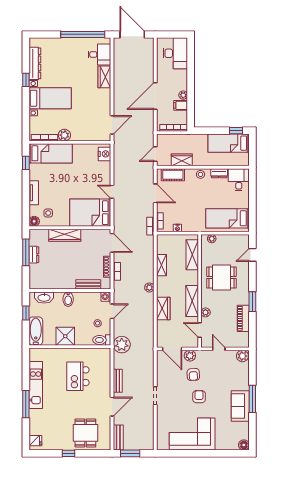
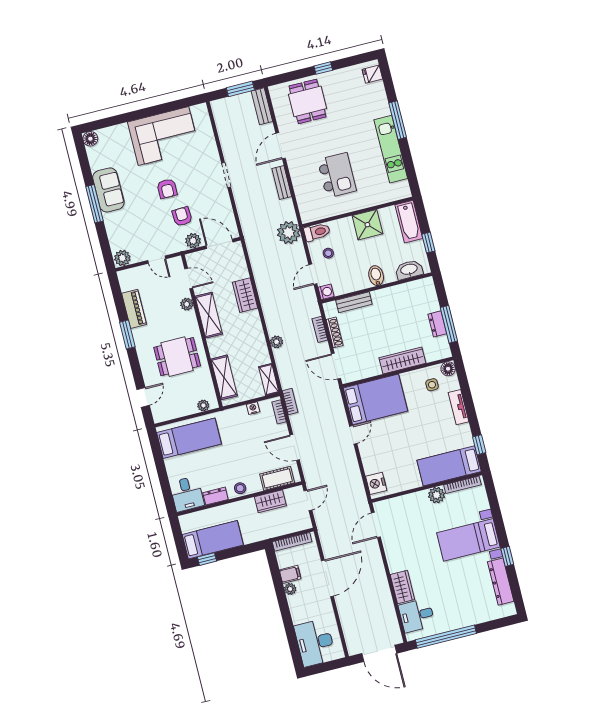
door: (112, 192) -> (353, 435), hinge flipped
shelving: (161, 265) -> (269, 380), moved
plant: (149, 287) -> (277, 342), moved

